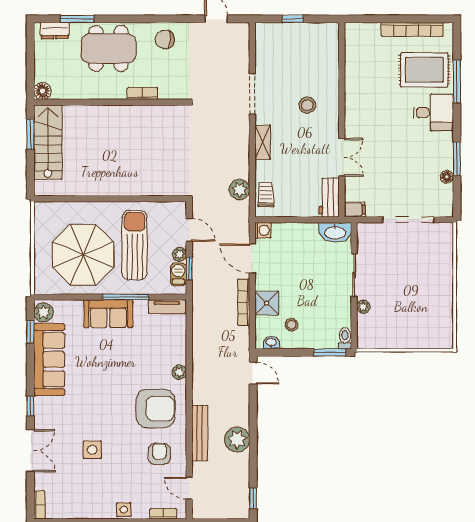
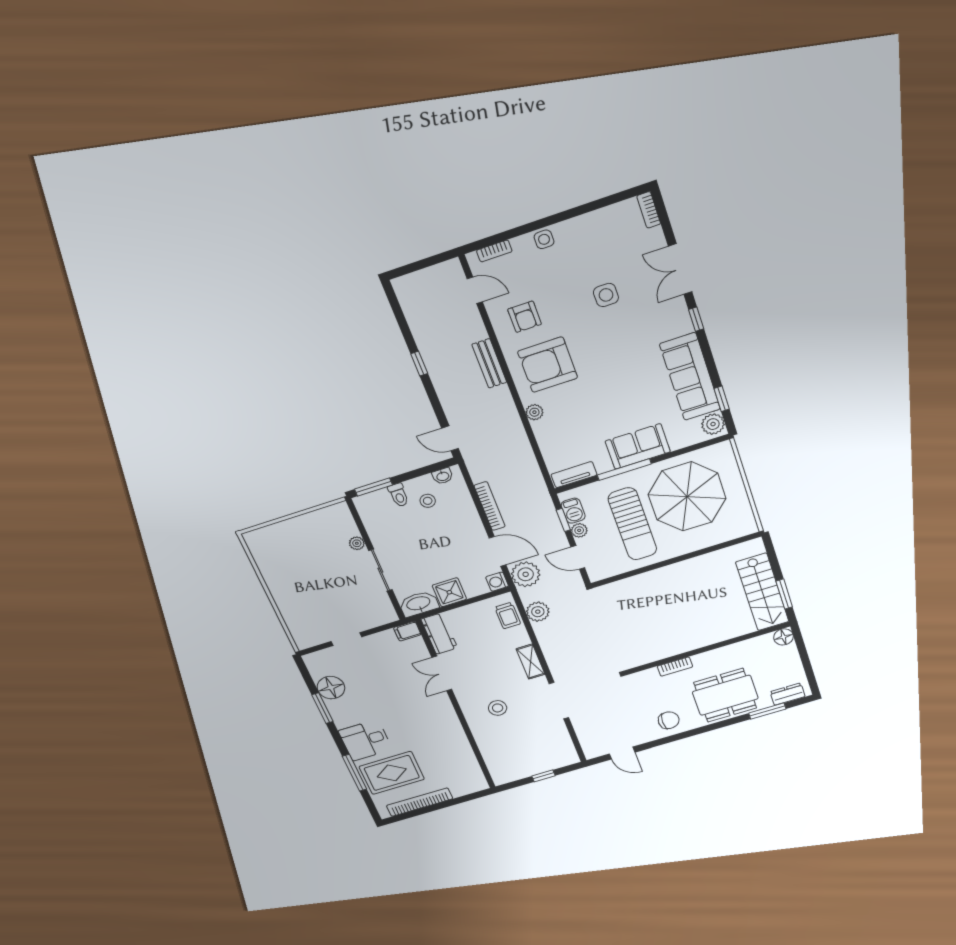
floor lamp: (447, 177) -> (331, 688), width x1.89, depth x1.89
doorway: (408, 220) -> (346, 639), width x0.53
shower: (267, 303) -> (449, 592), moved
toilet: (345, 338) -> (399, 495), moved
bench: (200, 433) -> (489, 363), width x0.73
plant: (237, 440) -> (526, 574), moved
window: (253, 498) -> (419, 364), moved

